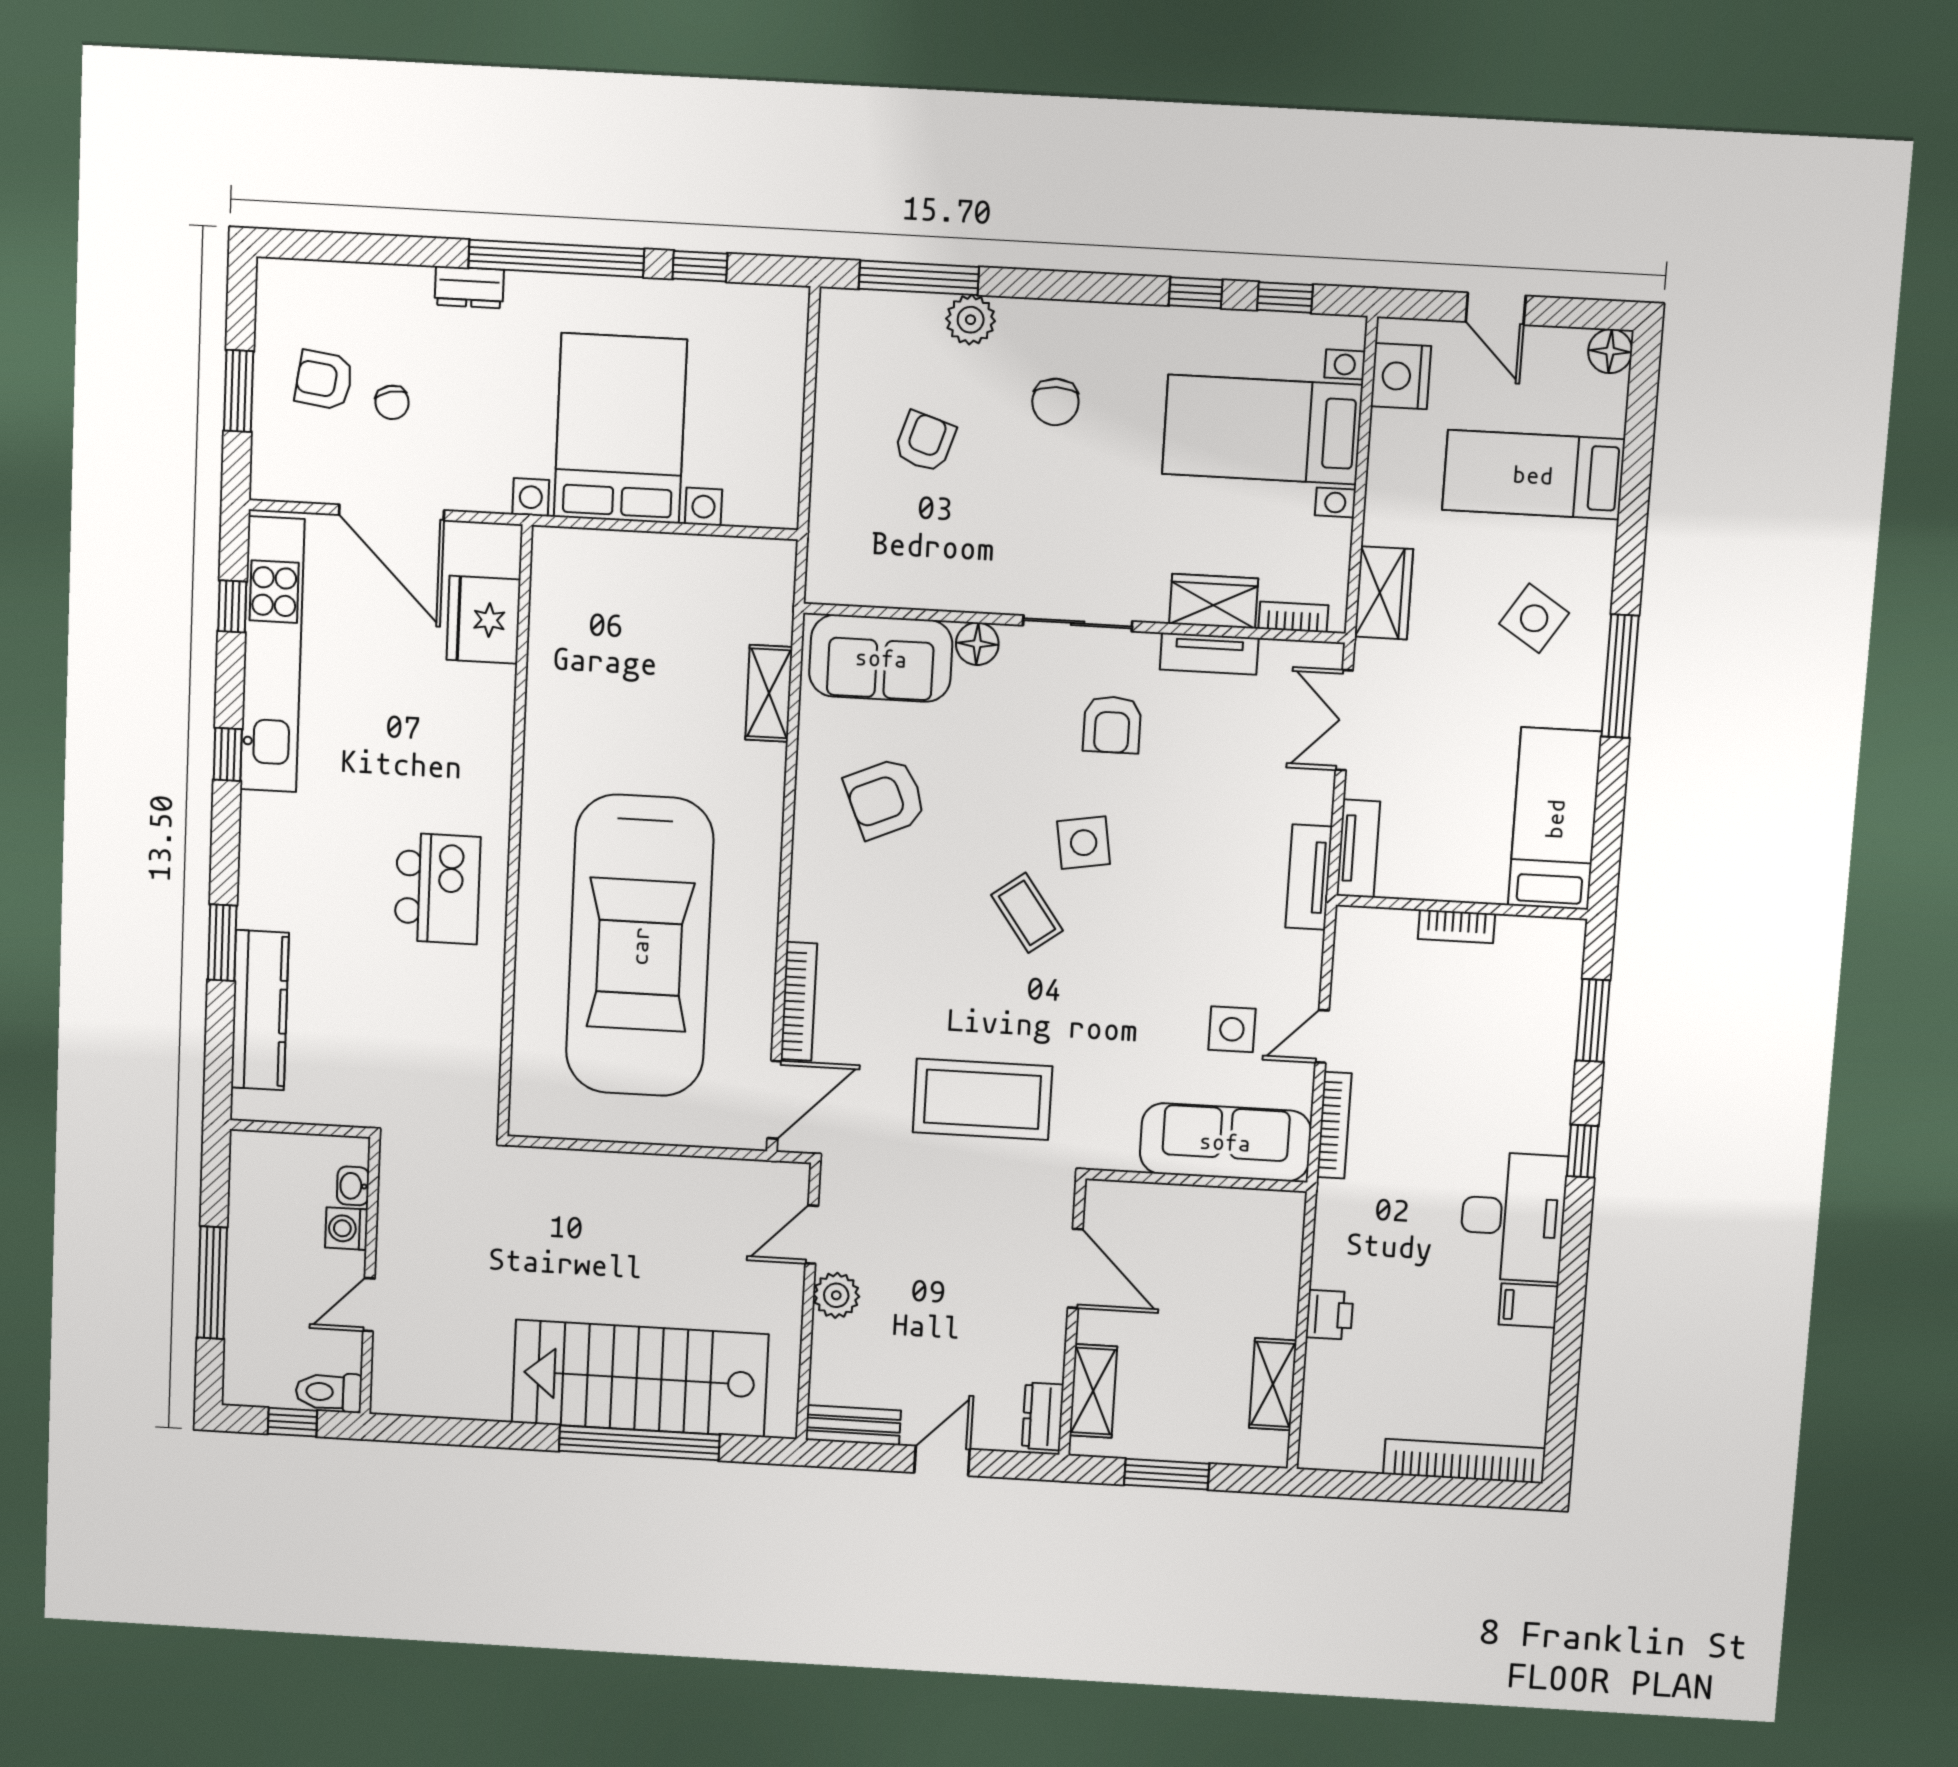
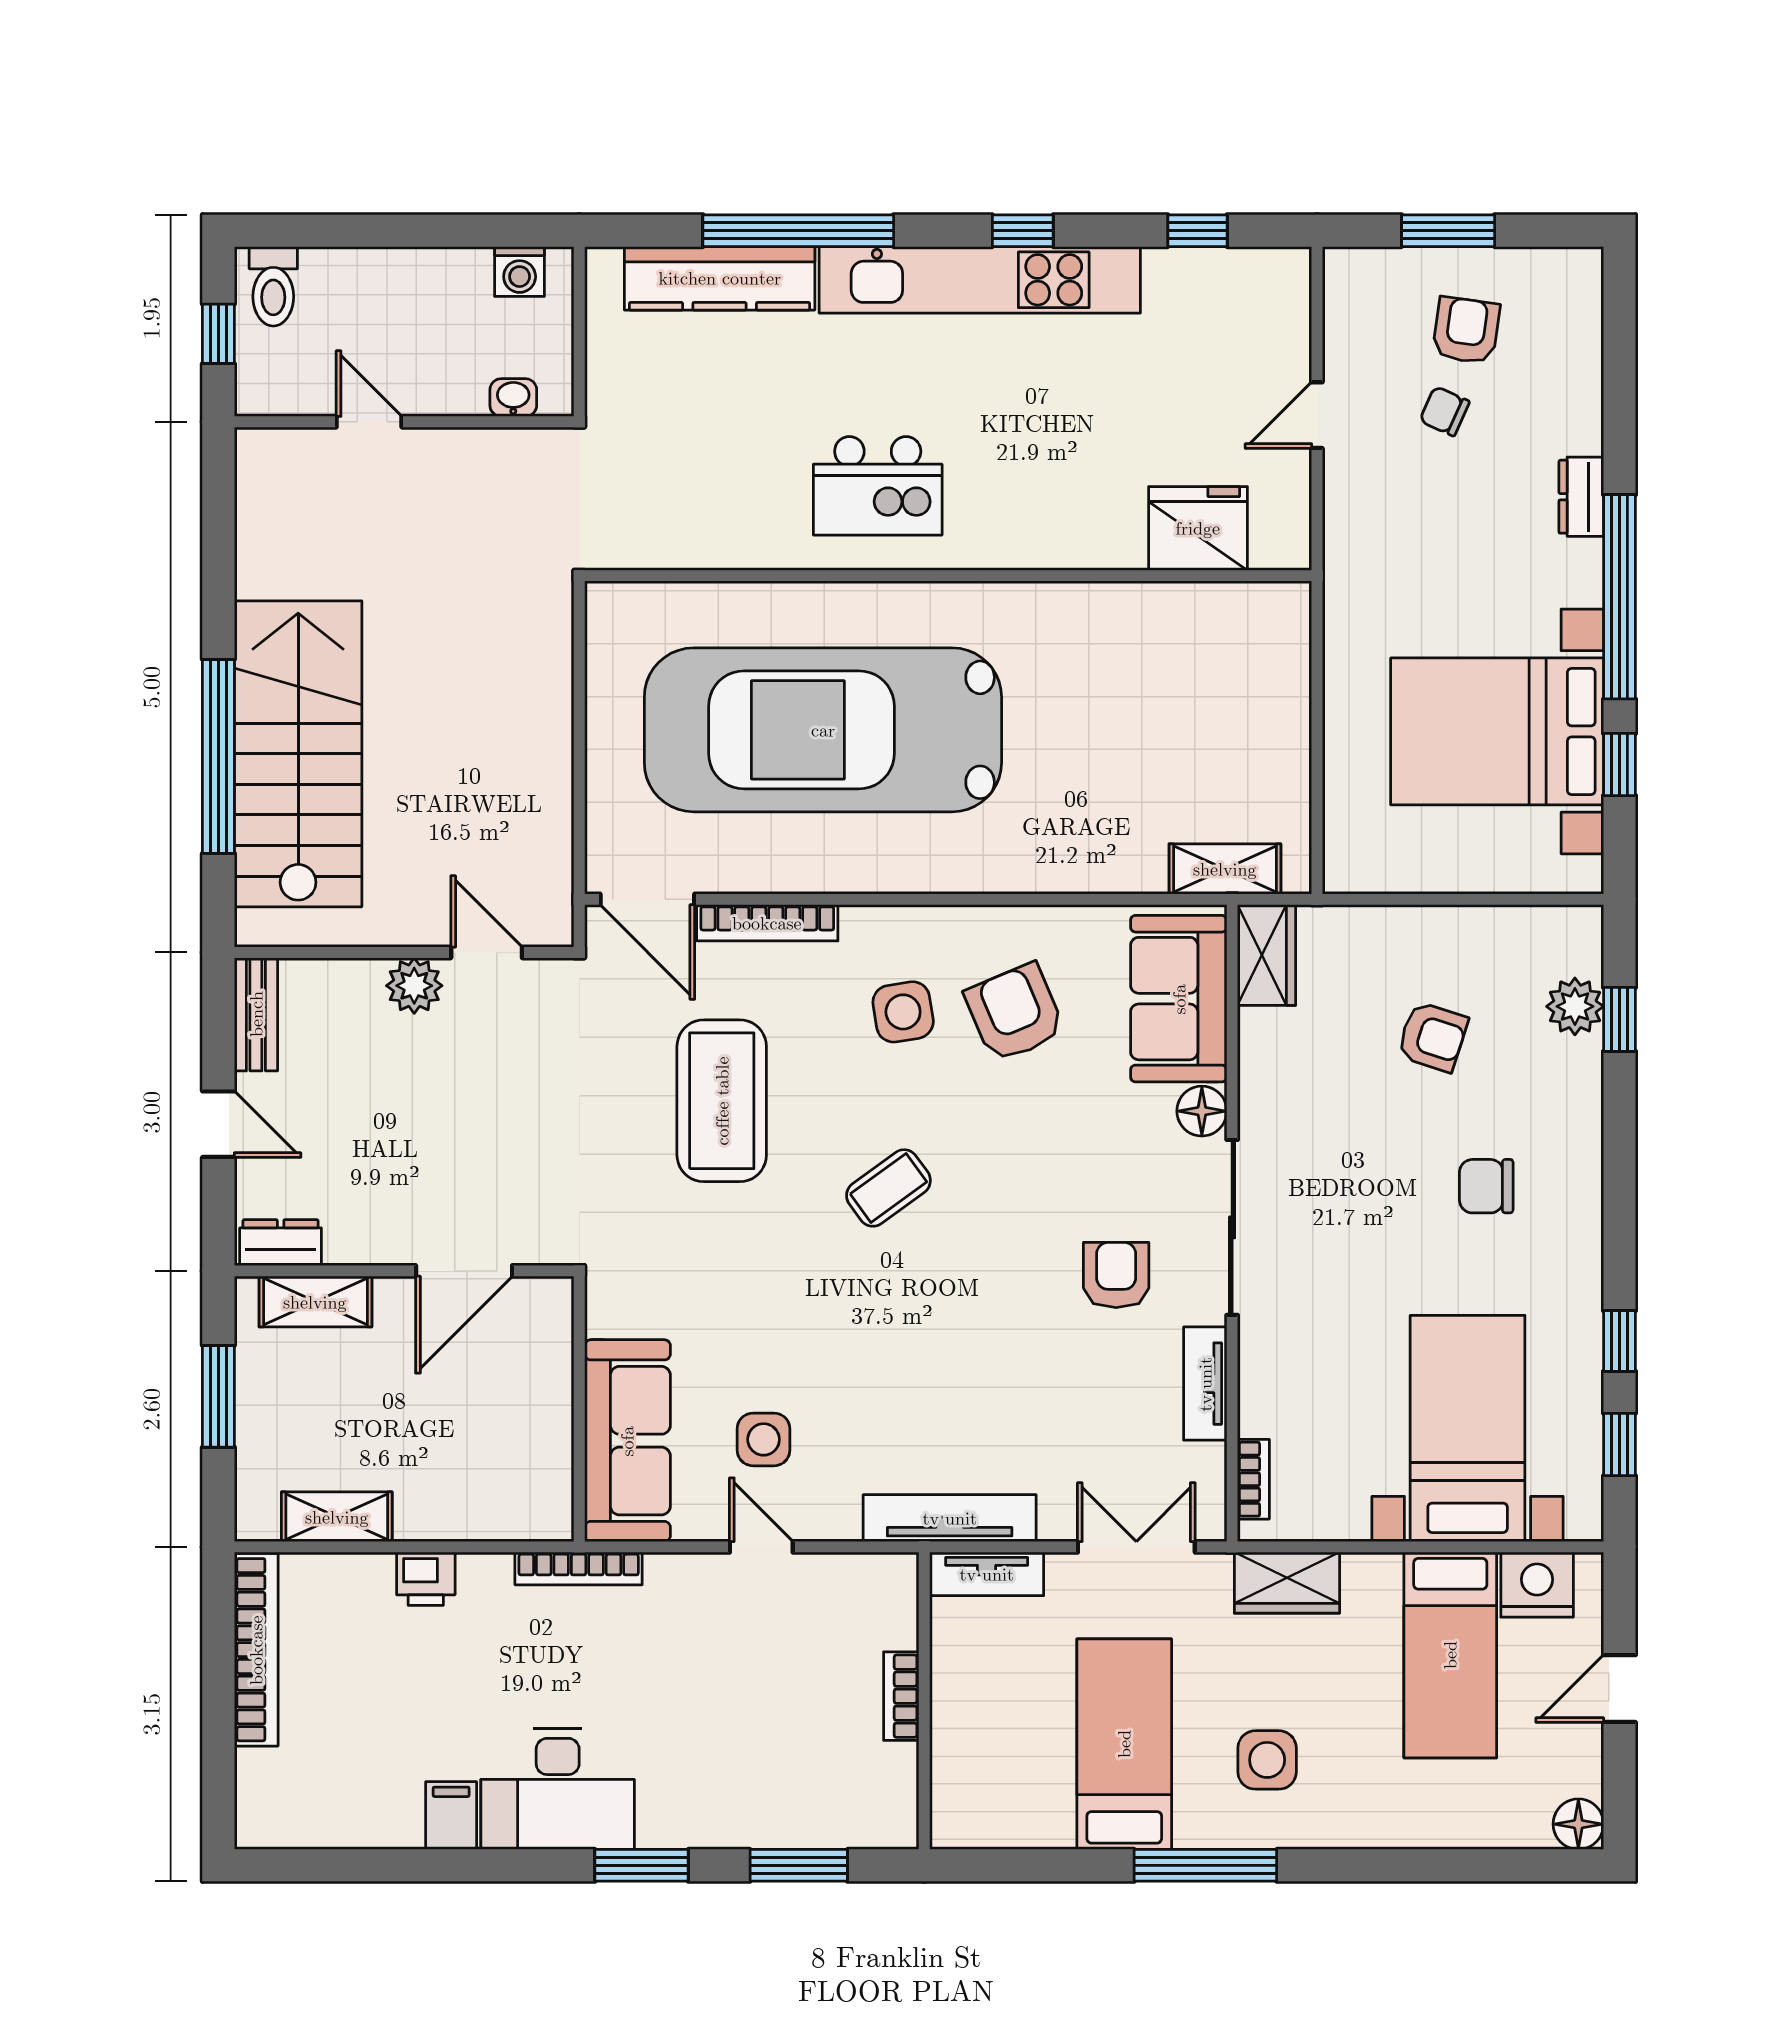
window: (919, 278) -> (1620, 1019), width x0.46
plant: (971, 320) -> (1575, 1006), moved
chair: (392, 402) -> (1444, 411), turned 37
bed with nightstands: (620, 428) -> (1497, 731), moved, turned 180
bed: (1533, 475) -> (1450, 1655), moved, turned 180
door: (392, 513) -> (1317, 415), width x0.53
wardrobe: (1214, 601) -> (1267, 955), moved
side table: (1534, 618) -> (1267, 1760), turned -33
sliding door: (1078, 623) -> (1232, 1227), width x1.37
kitchen unit: (272, 655) -> (980, 280), moved
shelving: (769, 693) -> (1225, 869), moved
armchair: (1112, 725) -> (1116, 1275), turned 90
bed: (1555, 819) -> (1124, 1744), moved, turned -90
side table: (1084, 843) -> (903, 1012), moved
tv unit: (1309, 877) -> (950, 1518), width x1.41
window: (222, 943) -> (798, 231), width x2.11
coffee table: (983, 1099) -> (722, 1101), moved
bookcase: (1334, 1125) -> (579, 1568), moved
window: (1582, 1151) -> (642, 1865), width x1.50
washing machine: (347, 1229) -> (520, 272), moved, turned 180
window: (212, 1283) -> (385, 231), removed
toilet: (329, 1392) -> (273, 286), moved, turned 180
bookcase: (1464, 1461) -> (256, 1650), moved

